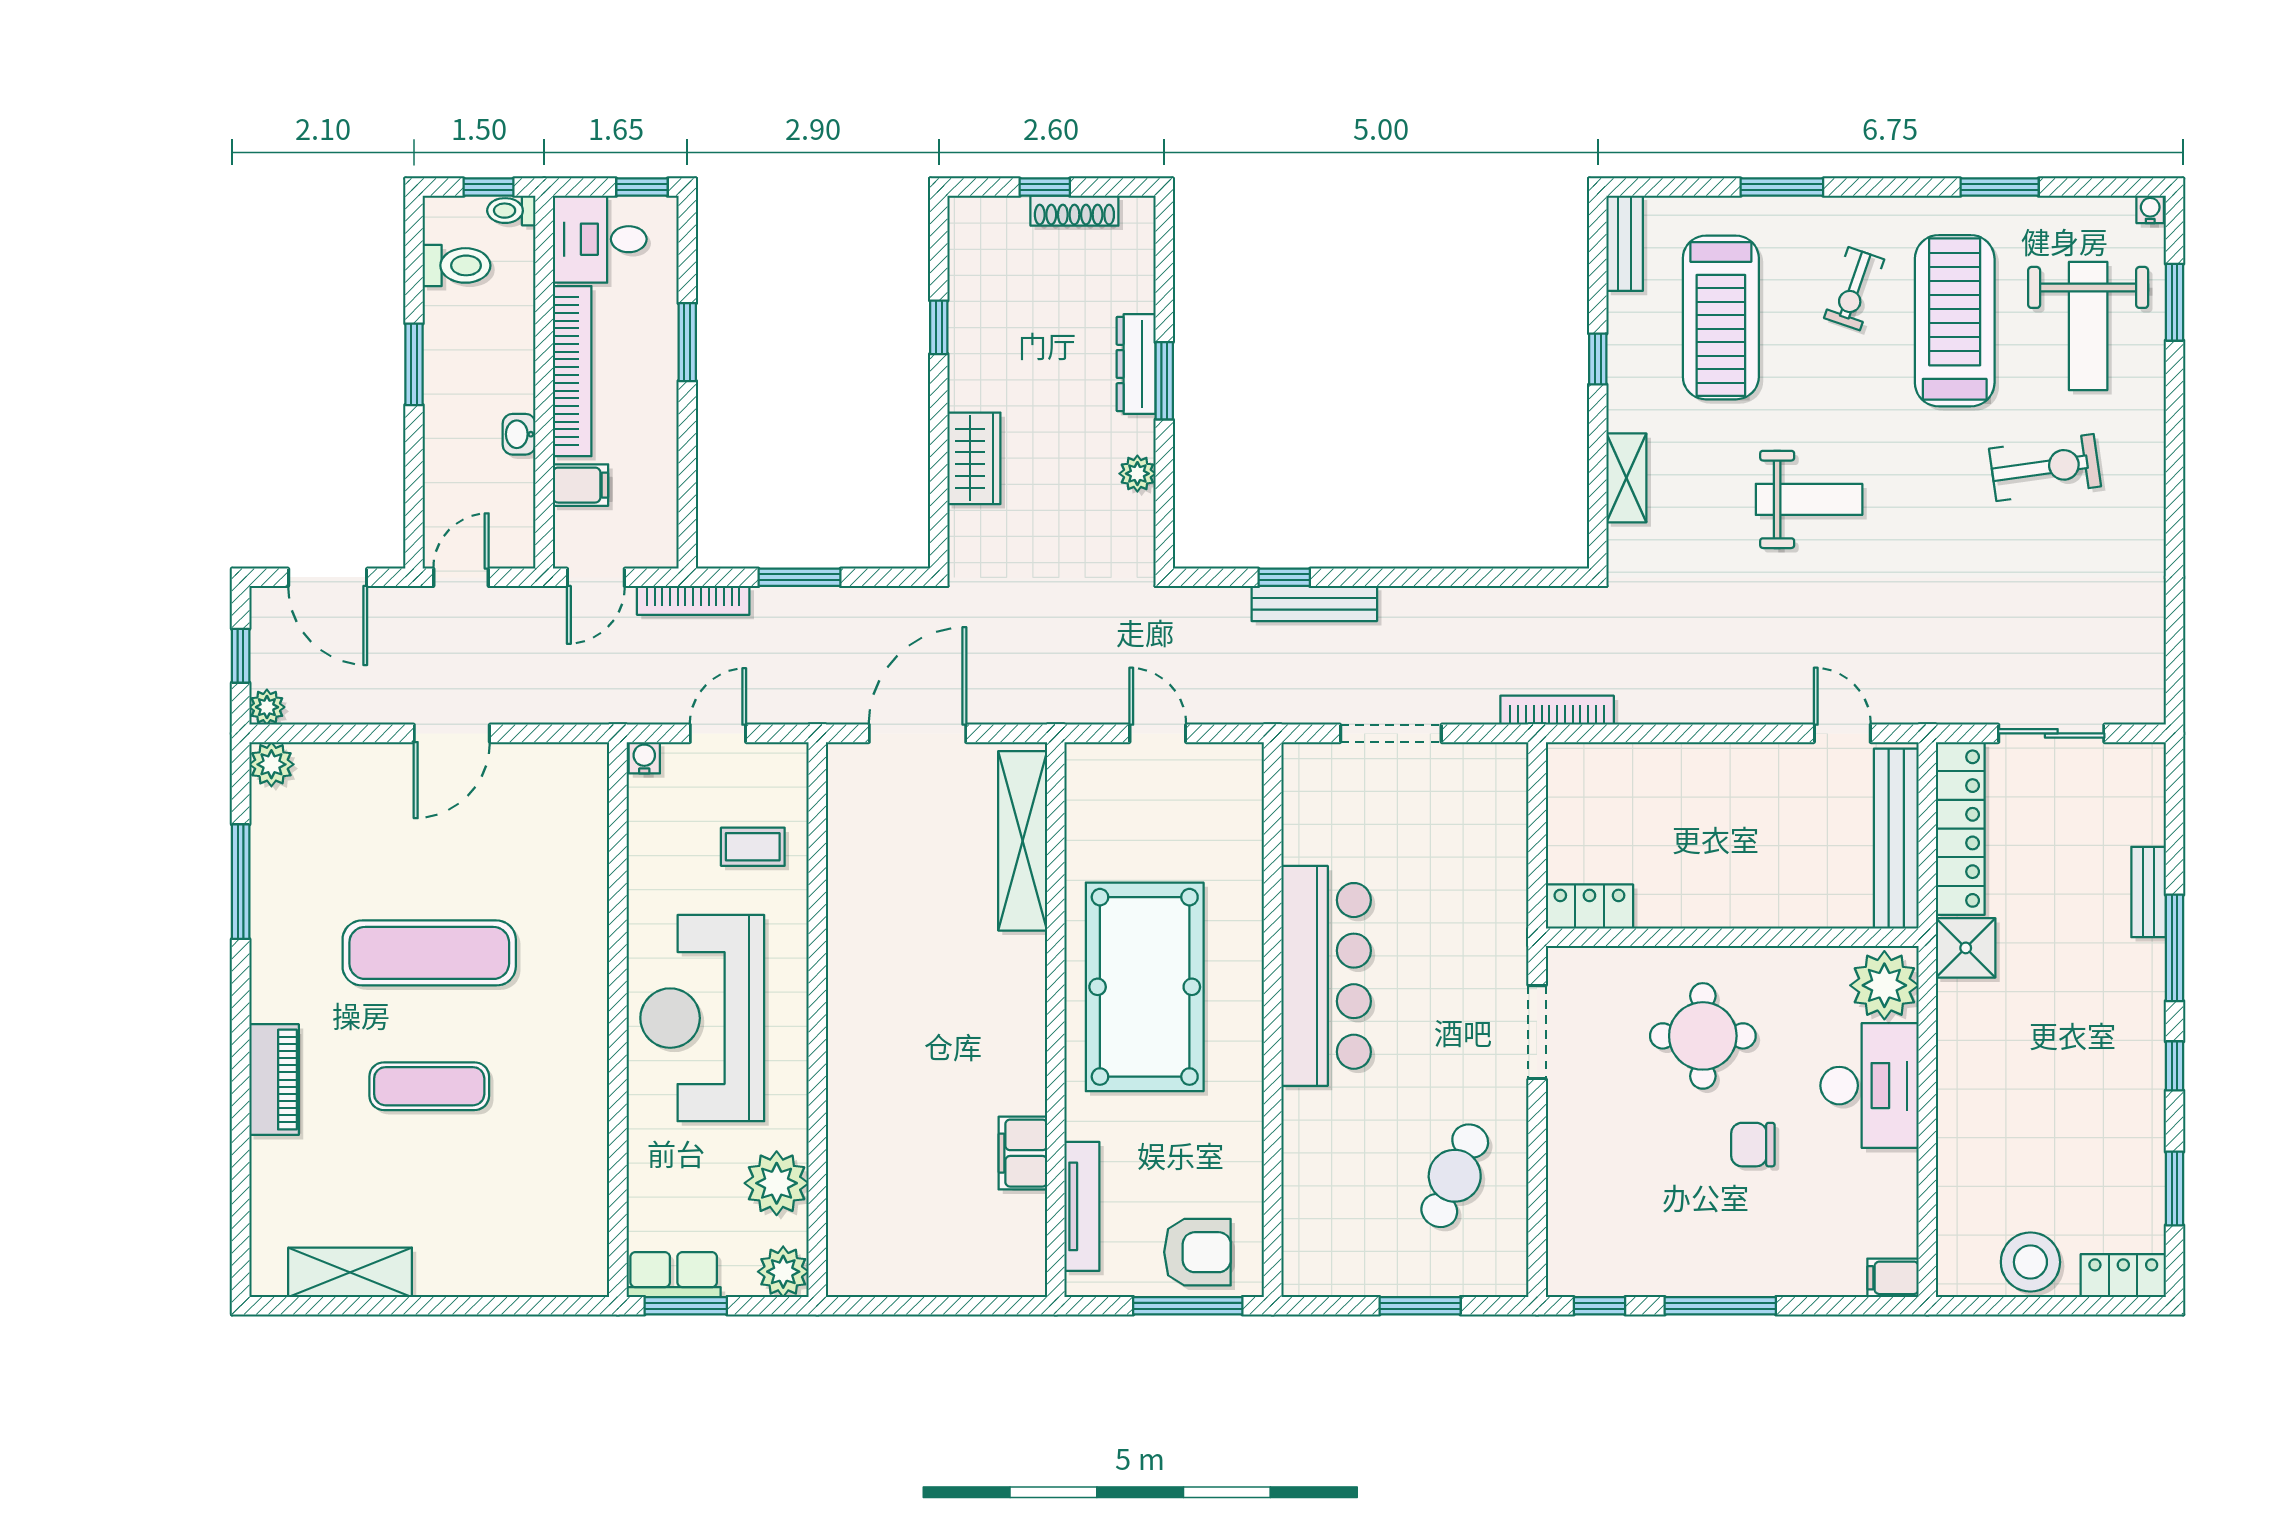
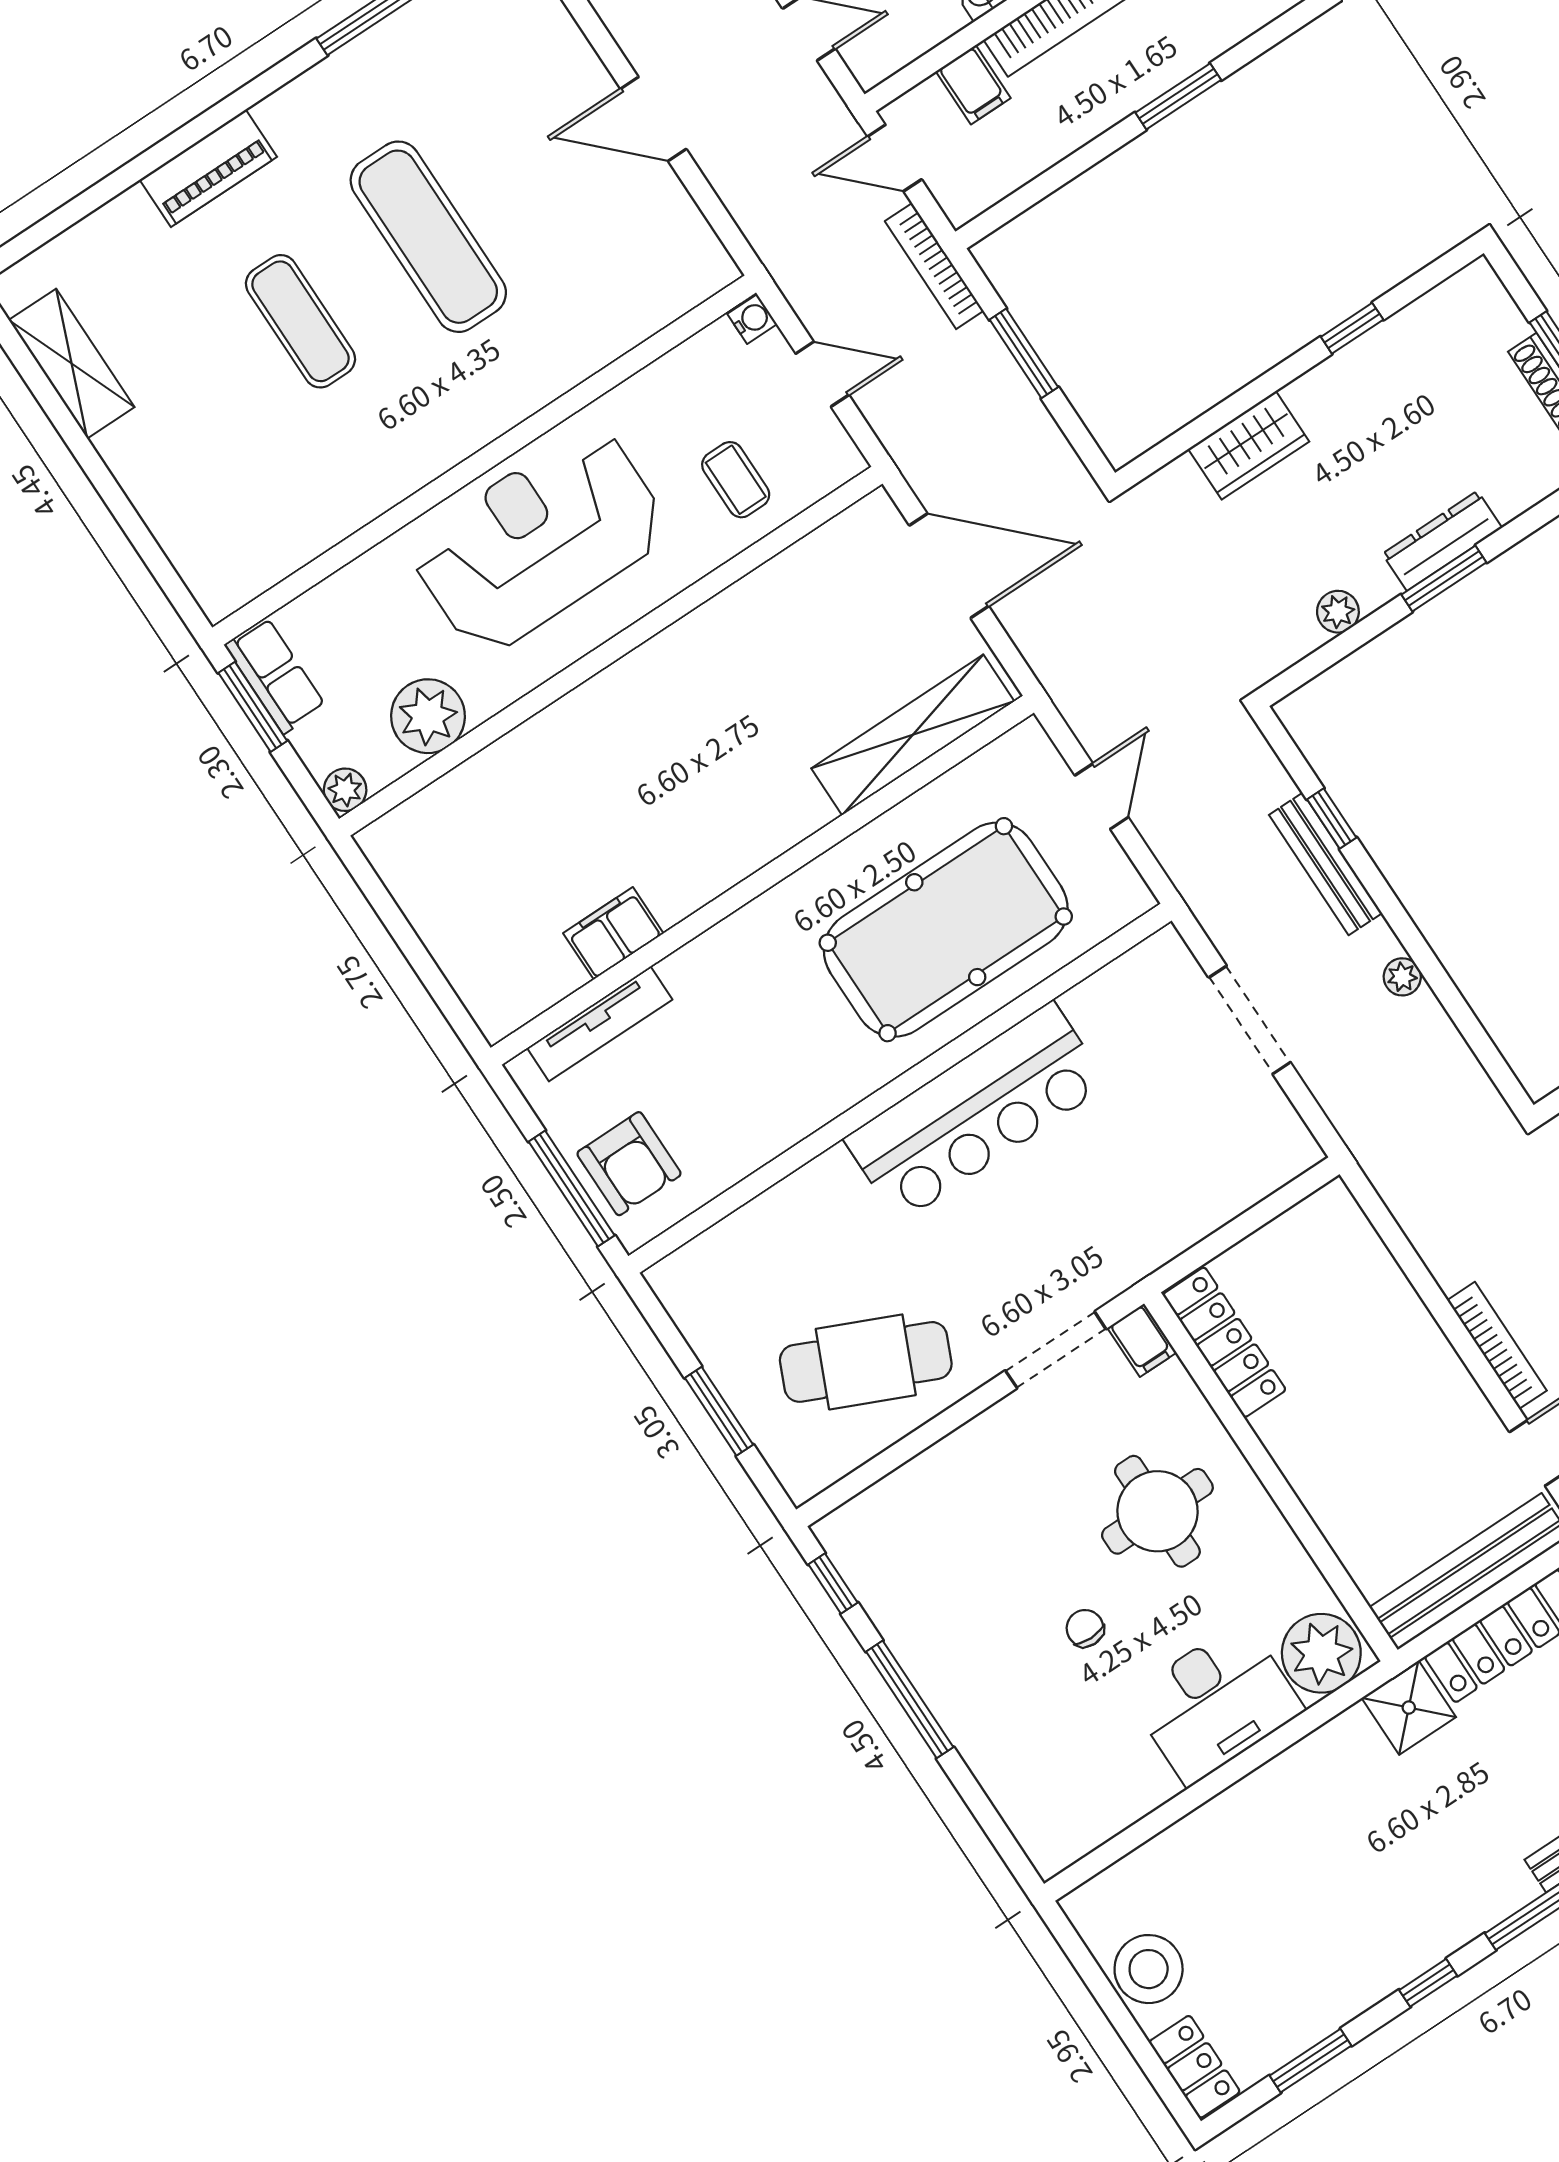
plant: (1433, 602) -> (1402, 977), added
bookcase: (1557, 710) -> (1497, 1345), moved
locker: (1589, 906) -> (1224, 1342), width x1.53
pool table: (1145, 987) -> (946, 930), moved
chair: (1753, 1145) -> (1085, 1628), width x0.73, depth x0.73
cafe table: (1455, 1176) -> (866, 1362), width x1.37, depth x1.35
plant: (783, 1272) -> (345, 790), width x0.73, depth x0.73
filing cabinet: (1893, 1278) -> (1142, 1340), moved, turned 180

